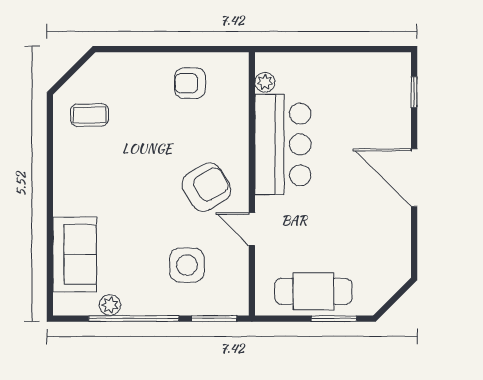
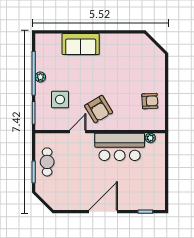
armchair: (190, 83) -> (150, 101), turned 87
coffee table: (90, 115) -> (134, 51), removed
sofa: (75, 254) -> (81, 44), moved
cafe table: (313, 291) -> (47, 162), width x0.73, depth x0.74
plant: (110, 305) -> (40, 77), moved

